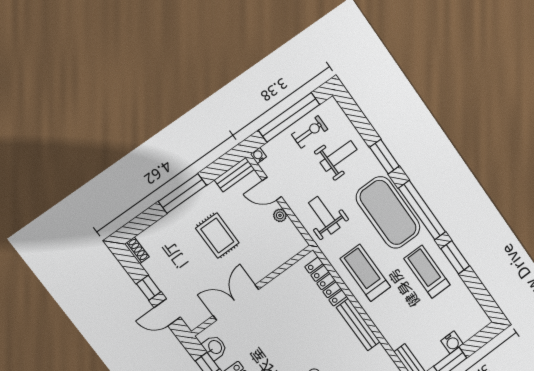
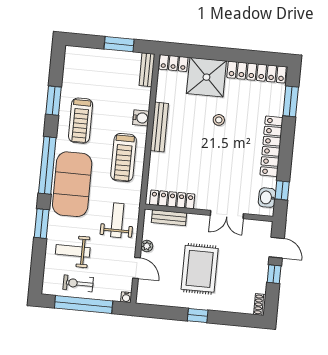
bench: (234, 175) -> (169, 218), moved
window: (183, 193) -> (198, 316), width x0.46
weight bench: (324, 215) -> (117, 220), turned 180
rug: (217, 235) -> (200, 269), width x1.36, depth x1.43
window: (455, 257) -> (54, 101), moved
locker: (326, 282) -> (172, 199), moved, turned -90
double door: (236, 302) -> (227, 215), width x0.73
water cooler: (452, 342) -> (141, 118), moved, turned 90

